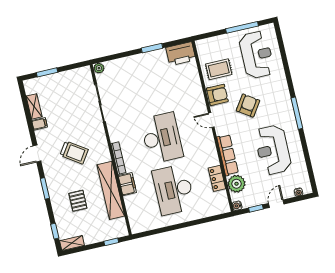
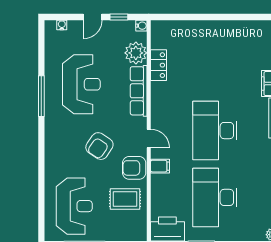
reception desk: (257, 55) -> (74, 206), turned 180
filing cabinet: (198, 101) -> (160, 166), added
window: (297, 113) -> (41, 96), moved
desk: (174, 190) -> (215, 197), moved, turned 180

